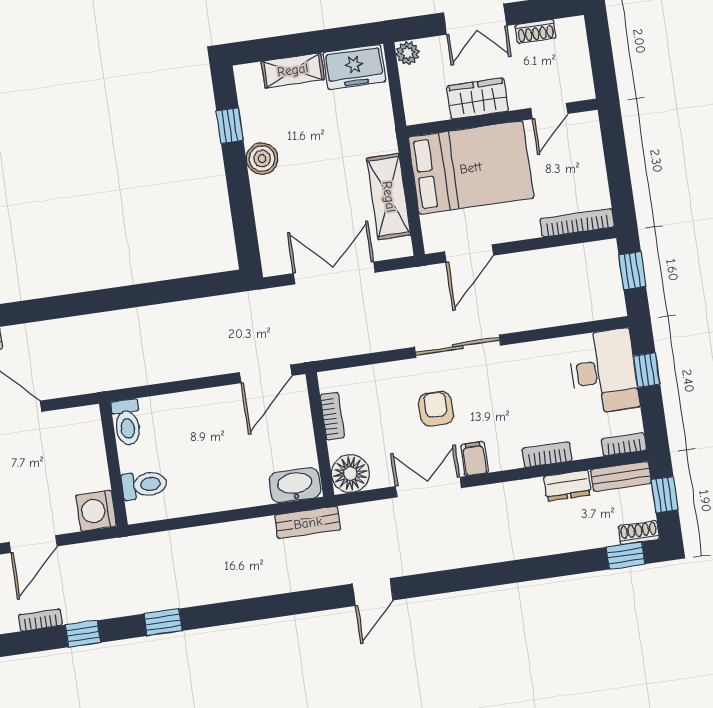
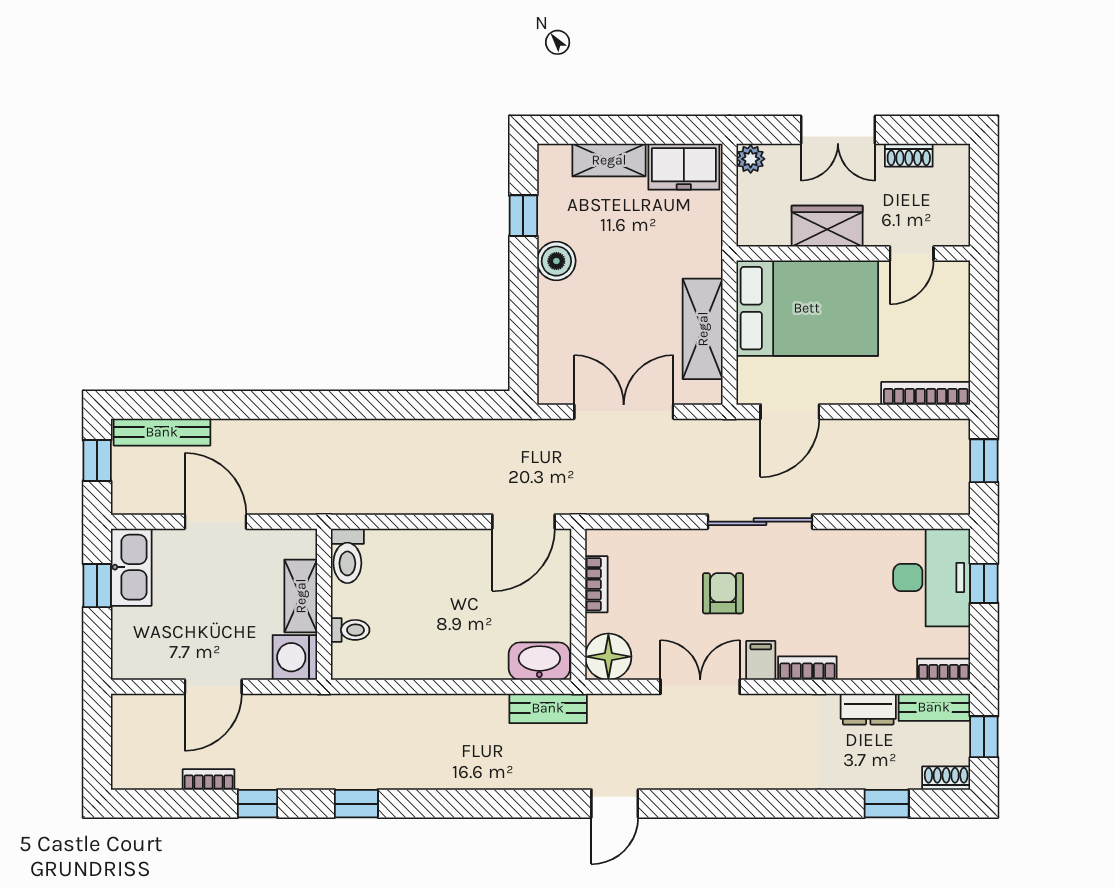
bookcase: (547, 455) -> (807, 668), moved
shelving: (94, 460) -> (301, 596), added
toilet: (144, 485) -> (350, 630), width x0.73, depth x0.72
window: (626, 556) -> (887, 804), moved

